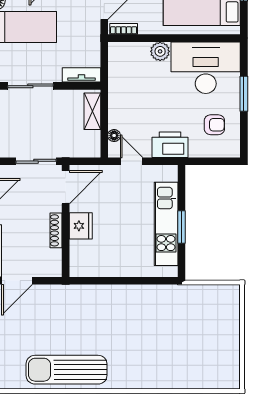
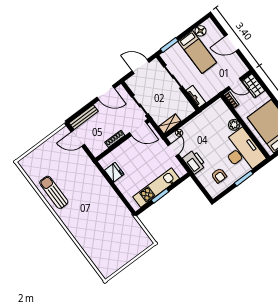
shelving: (92, 111) -> (170, 124), moved
fridge: (81, 226) -> (114, 172), moved, turned -90
sun lounger: (67, 370) -> (54, 192), width x0.73, depth x0.75

